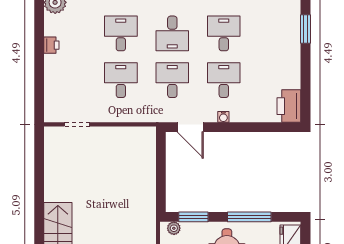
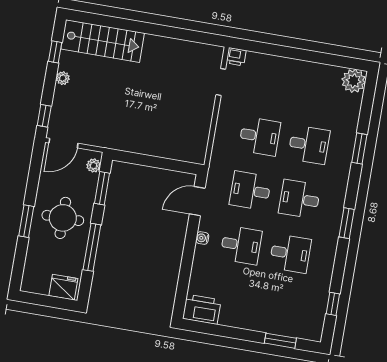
printer: (51, 45) -> (236, 57), moved
desk: (172, 80) -> (250, 191), turned 180

